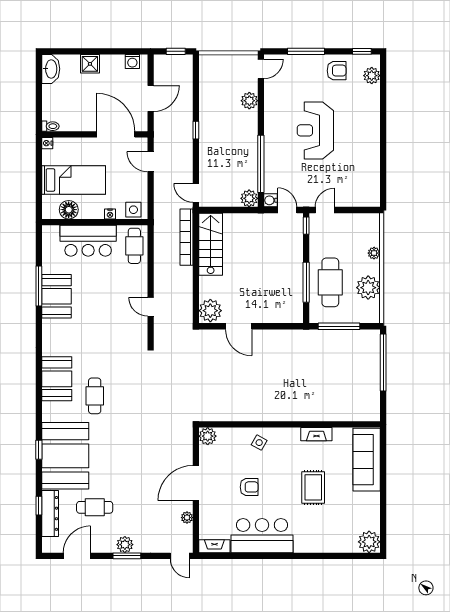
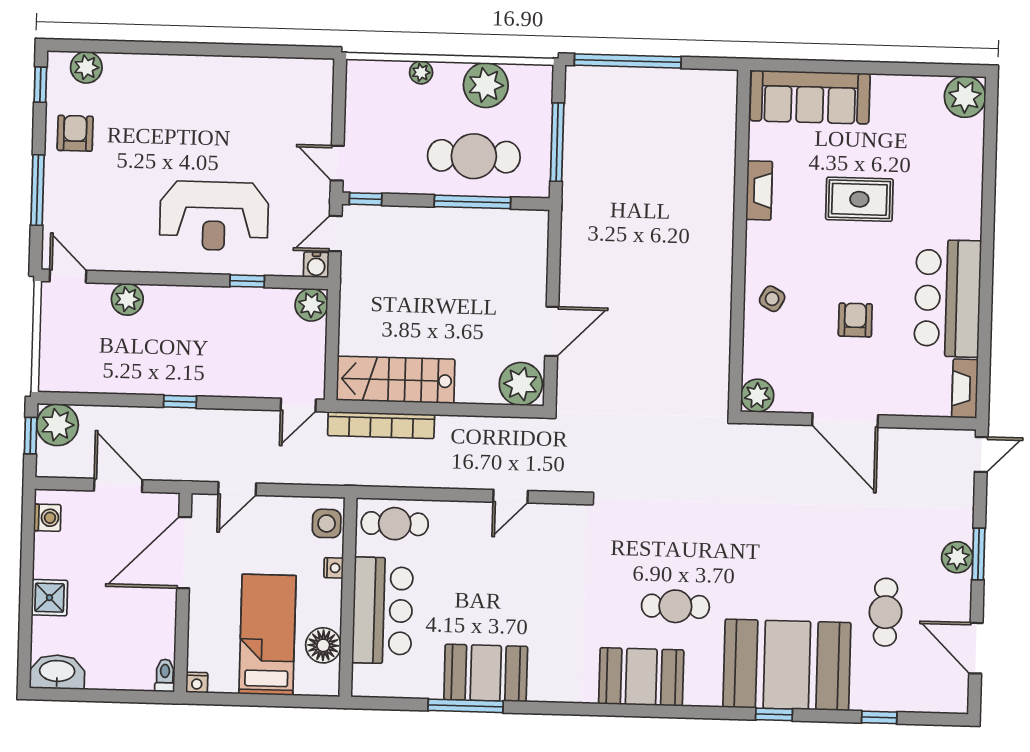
reception desk: (315, 130) -> (214, 216), moved
window: (261, 164) -> (247, 281), width x0.32
dresser: (50, 513) -> (895, 697), removed
plant: (187, 518) -> (57, 425), moved, width x1.88, depth x1.88

